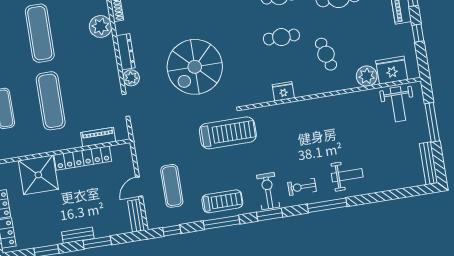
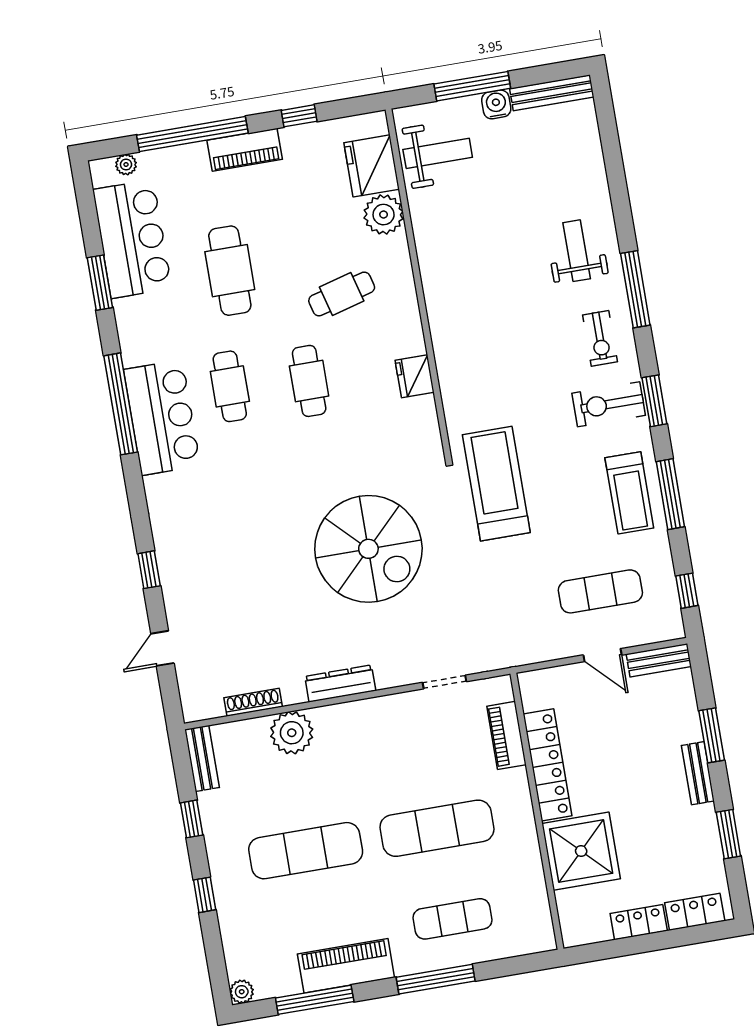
plant: (131, 78) -> (391, 672), removed
water cooler: (423, 135) -> (496, 104), added
treadmill: (222, 201) -> (629, 493), turned 180

